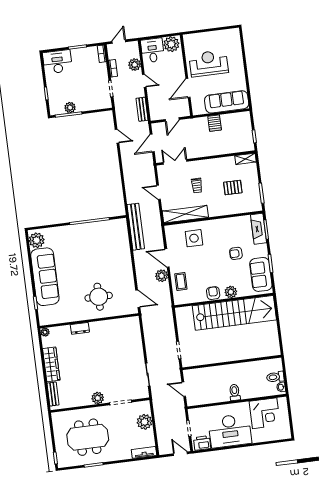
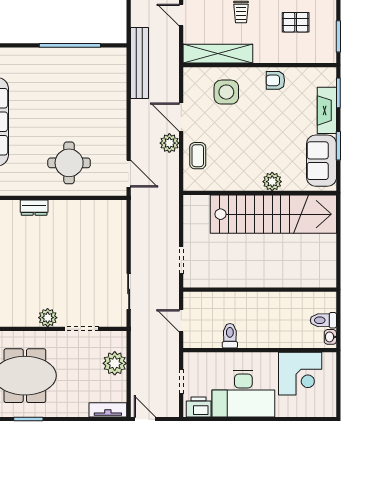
fireplace: (258, 229) -> (327, 110), moved
armchair: (236, 253) -> (275, 80), moved
armchair: (213, 293) -> (245, 180), removed
toilet: (235, 392) -> (230, 336), moved
door: (180, 454) -> (145, 419), moved

